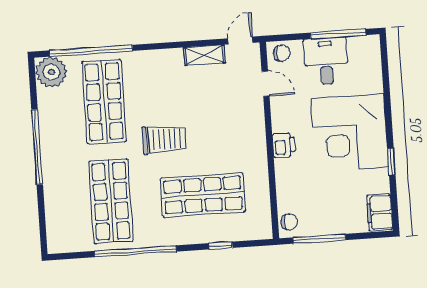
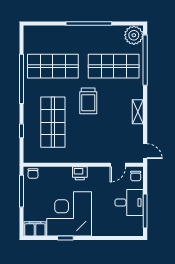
shelving: (204, 55) -> (138, 112), moved
corner desk: (350, 133) -> (69, 214), moved

